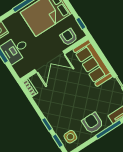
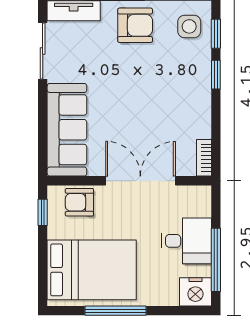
armchair: (69, 37) -> (79, 202), turned 90
armchair: (93, 123) -> (135, 25), turned -90

